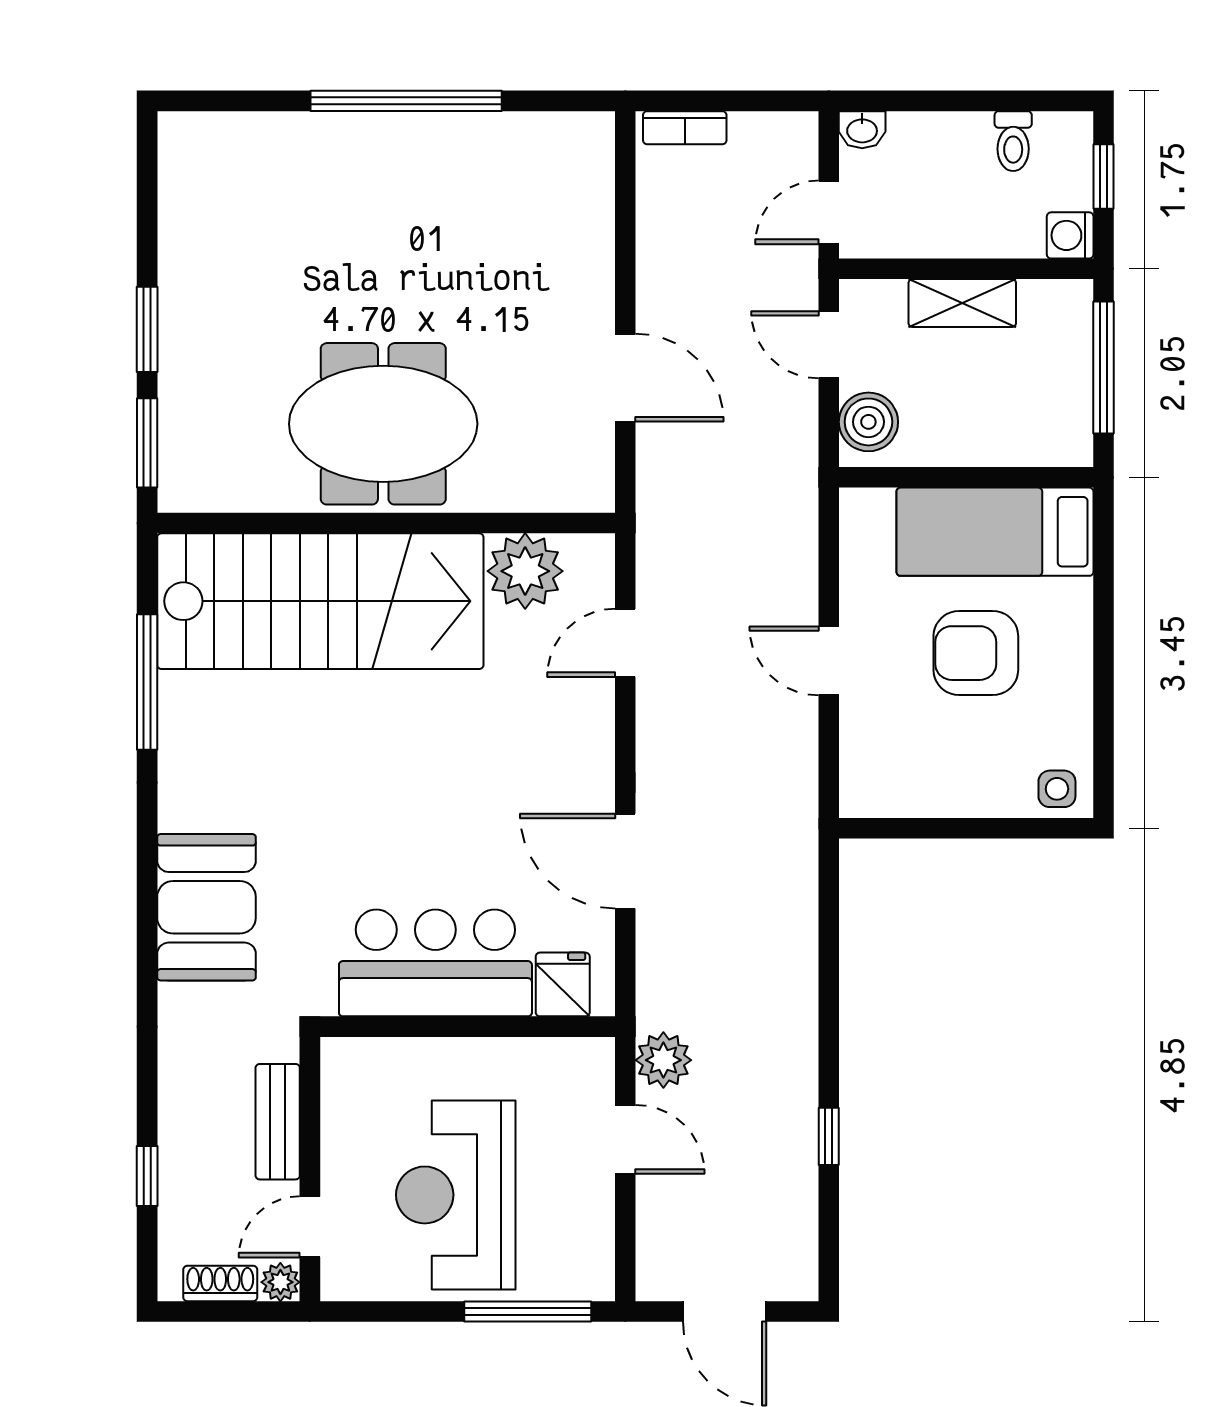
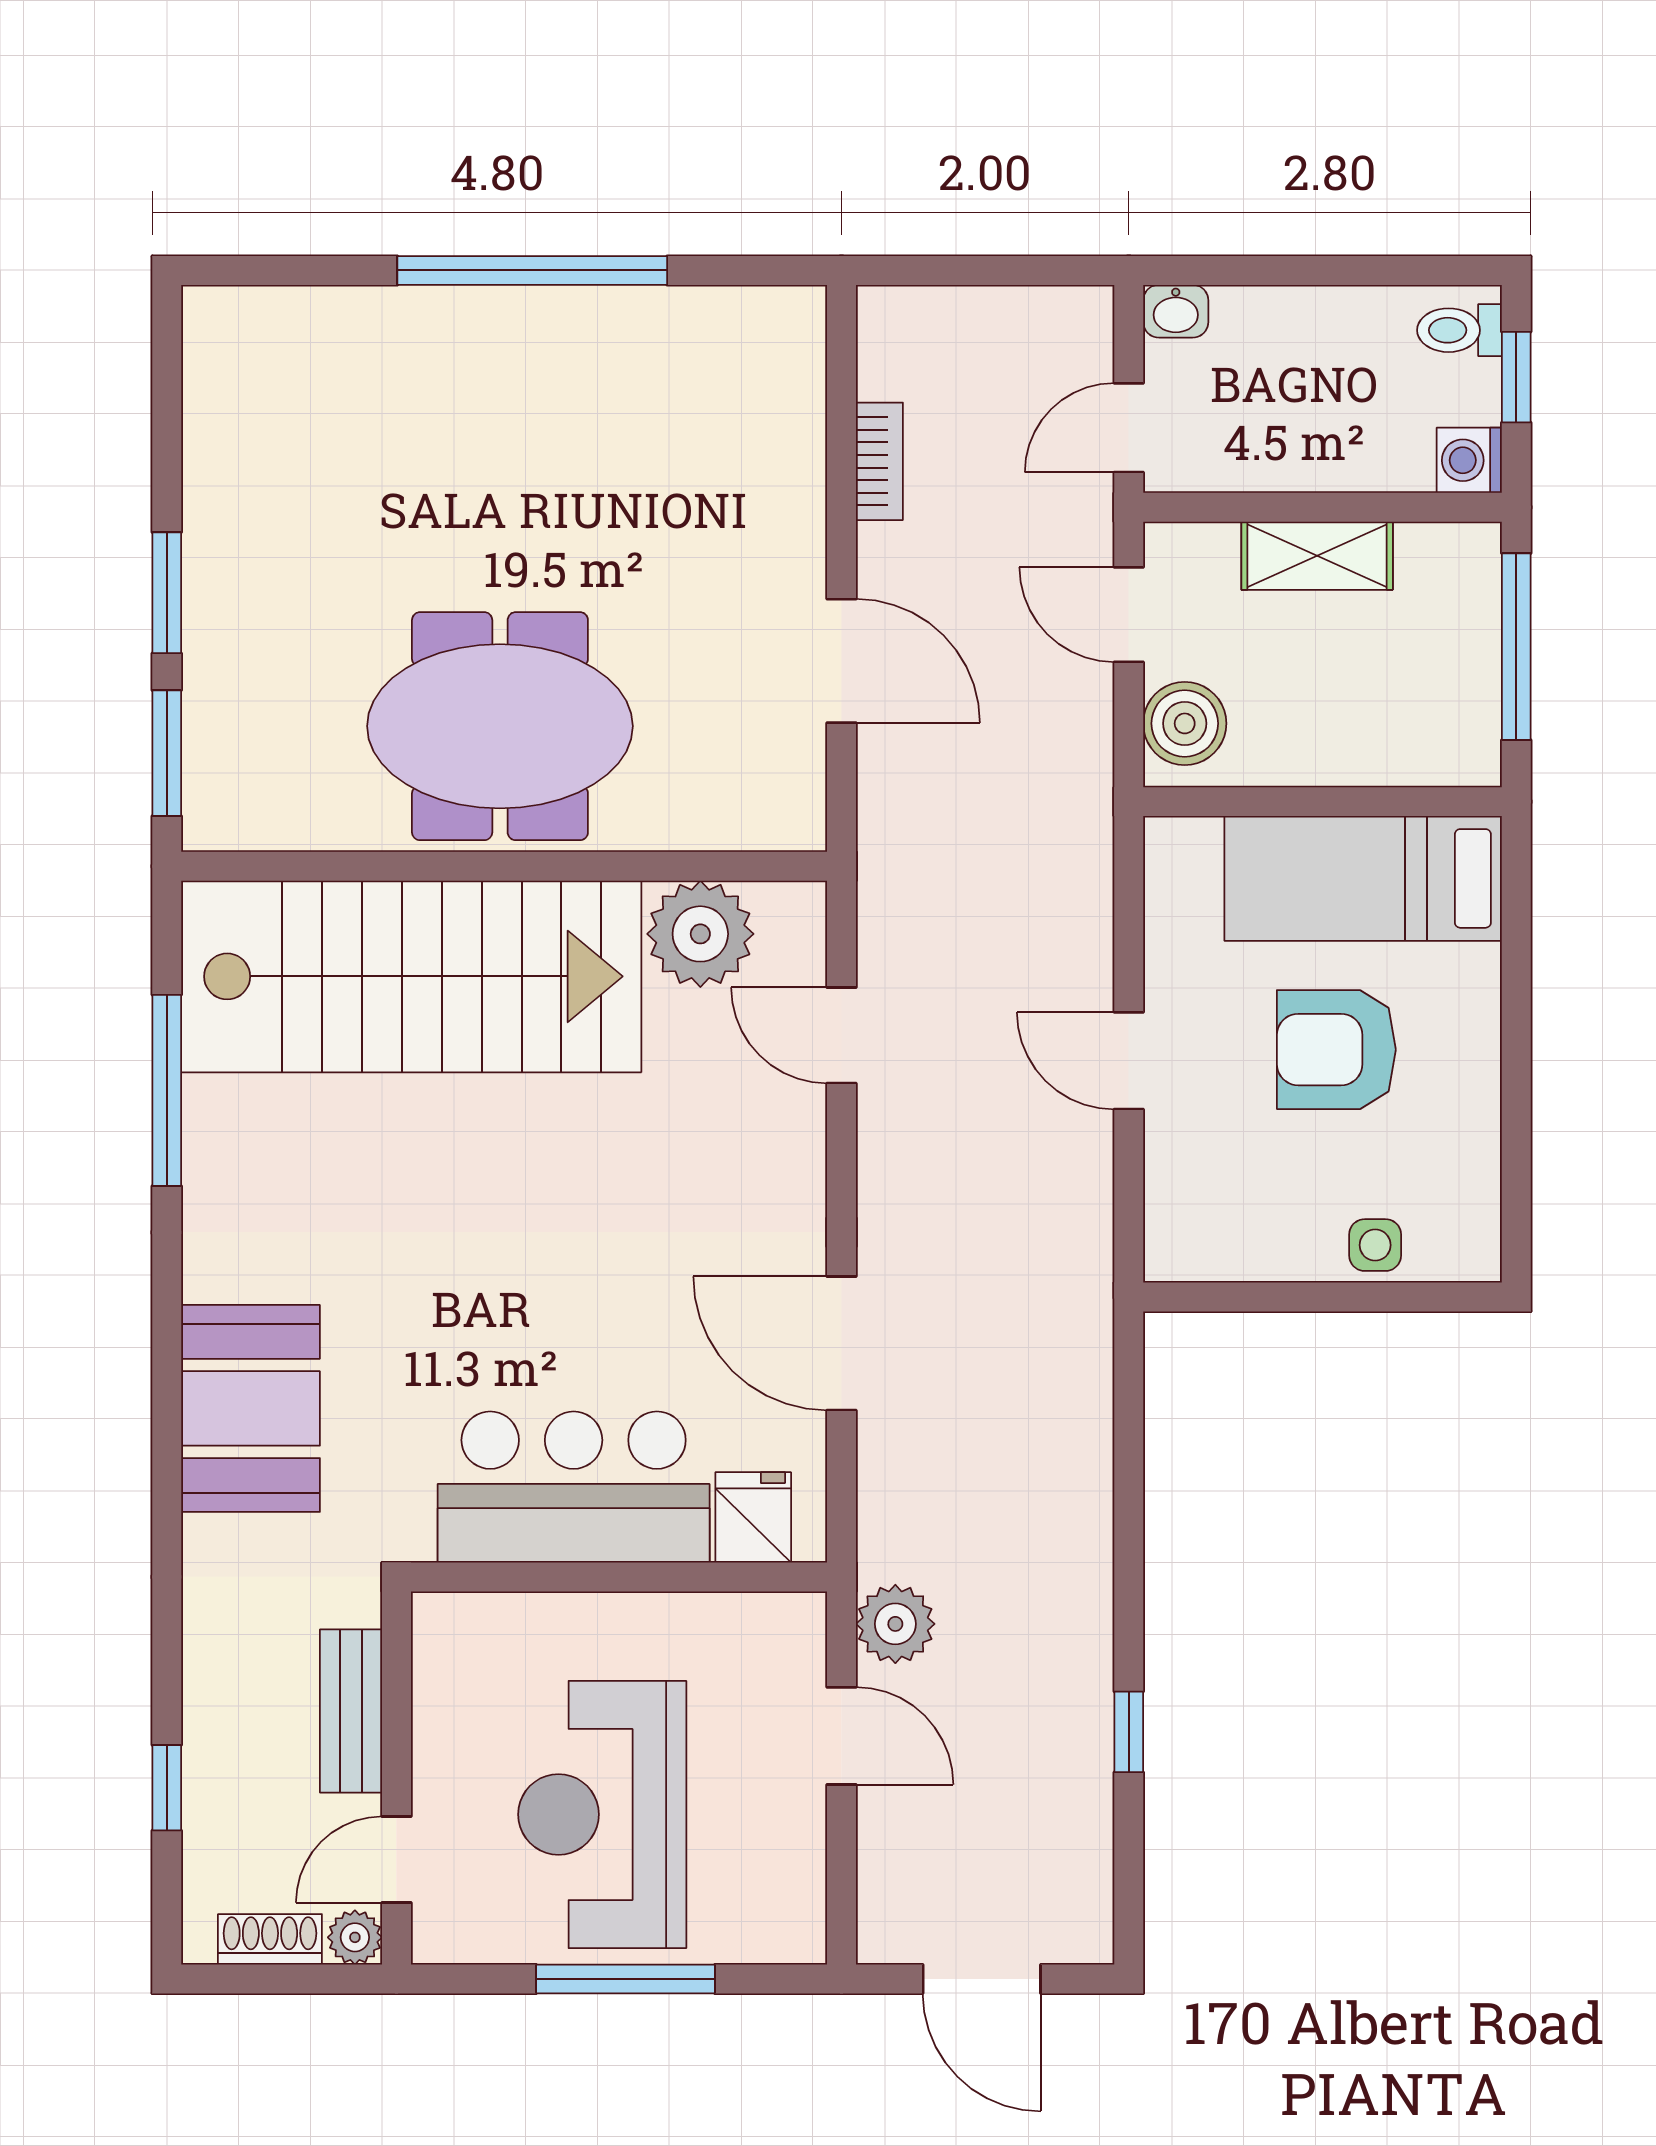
bookcase: (685, 128) -> (879, 461), moved, turned -90
toilet: (1013, 141) -> (1460, 330), moved, turned 90
door: (625, 643) -> (842, 1035), hinge flipped
side table: (1057, 789) -> (1375, 1245), moved
window: (528, 1312) -> (626, 1979), moved

